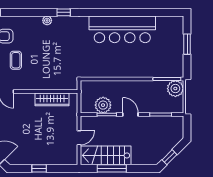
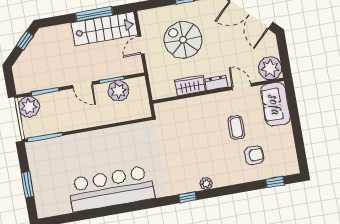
plant: (175, 89) -> (29, 107), moved
dresser: (26, 98) -> (216, 83), added
wardrobe: (52, 99) -> (190, 85), width x0.67
spiral stairs: (46, 136) -> (183, 40), added

